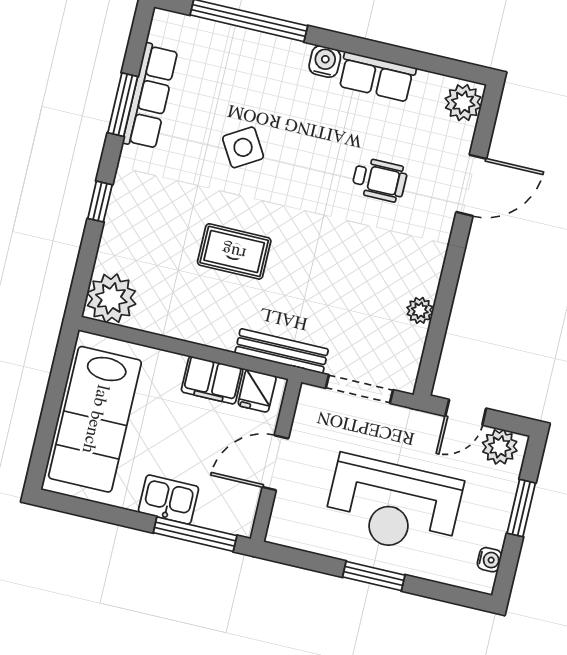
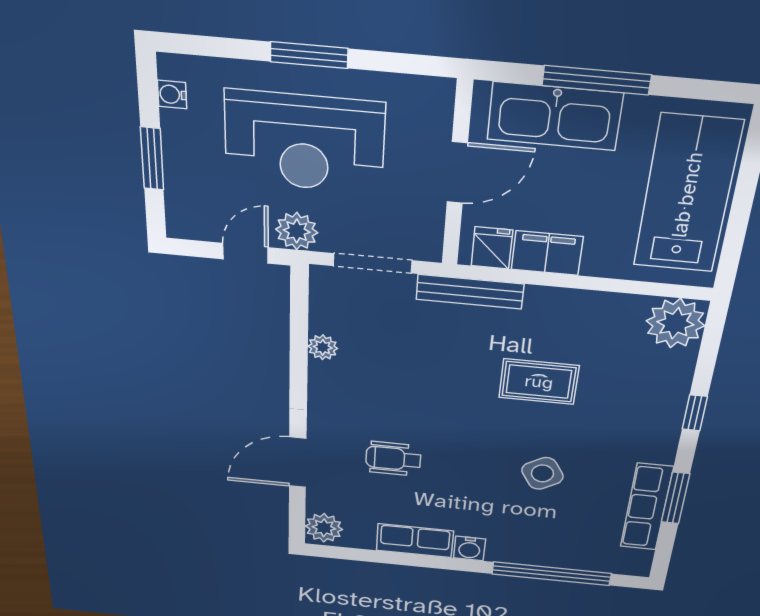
plant: (500, 447) -> (297, 231), moved
kitchen sink: (169, 500) -> (555, 116), width x1.88, depth x1.24
reception desk: (393, 505) -> (304, 142), turned 180
window: (195, 534) -> (596, 80), moved

